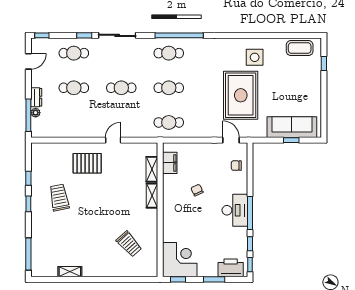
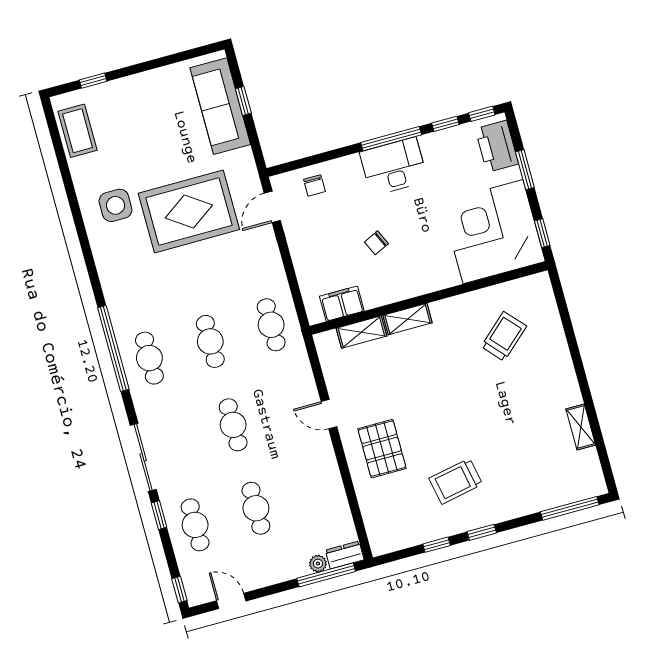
dresser: (36, 97) -> (345, 555), moved
corner desk: (180, 260) -> (493, 232), width x1.36, depth x1.36

